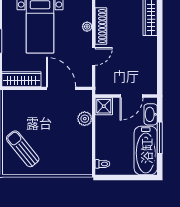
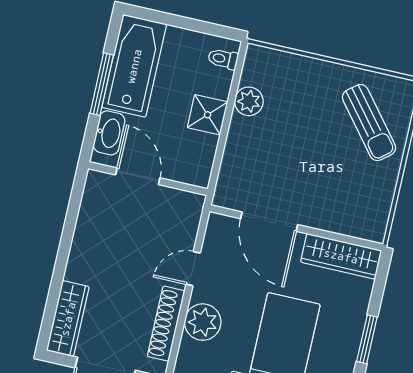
plant: (87, 27) -> (203, 322), width x1.88, depth x1.88
door: (131, 96) -> (138, 176), hinge flipped
shower: (104, 106) -> (208, 115), moved
plant: (85, 119) -> (249, 101), moved

